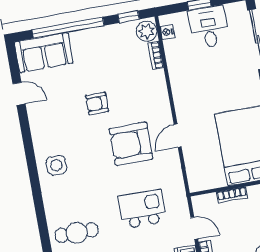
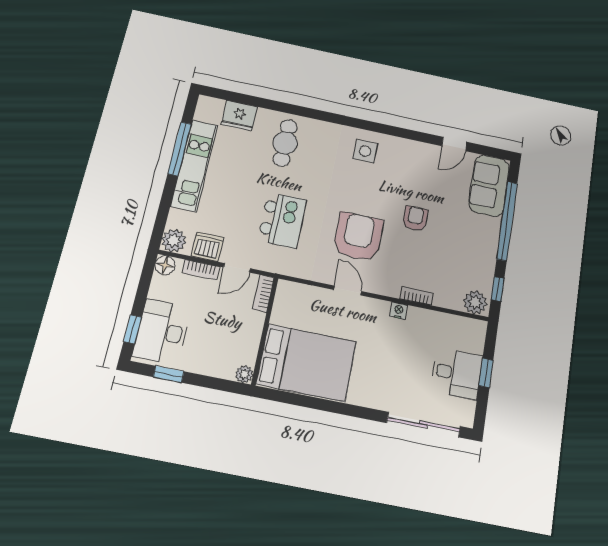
nightstand: (167, 32) -> (399, 311), moved
bookcase: (156, 55) -> (417, 296), moved
bookcase: (232, 195) -> (263, 293), moved

